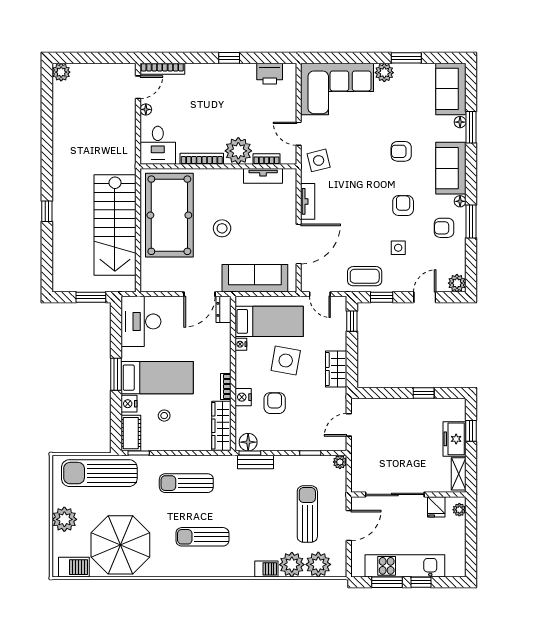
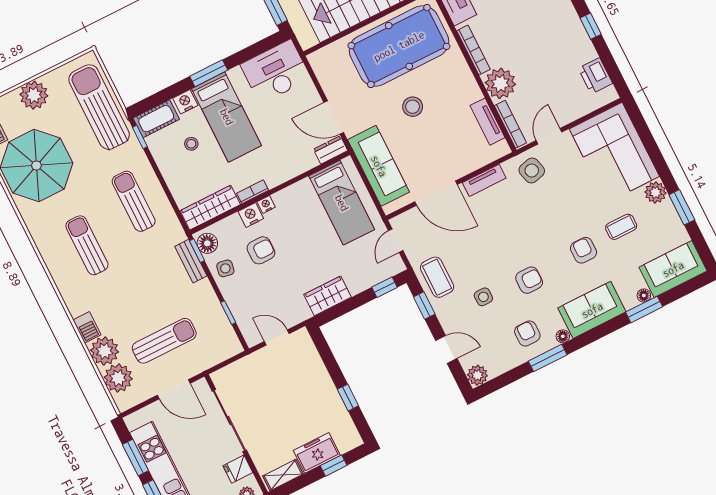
coffee table: (398, 113) -> (621, 227), added
bookcase: (267, 159) -> (510, 124), width x1.56
nightstand: (241, 344) -> (266, 204), moved
side table: (286, 361) -> (225, 268), moved, width x0.54, depth x0.54
plant: (340, 462) -> (234, 347), removed

